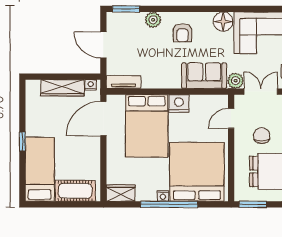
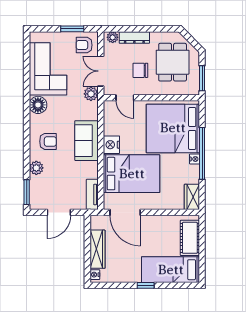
sofa: (204, 76) -> (87, 141), moved
nightstand: (91, 85) -> (95, 275), moved

